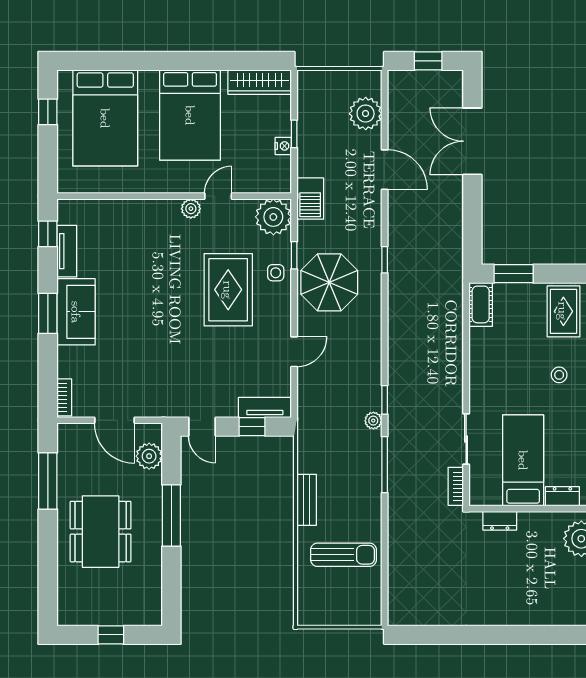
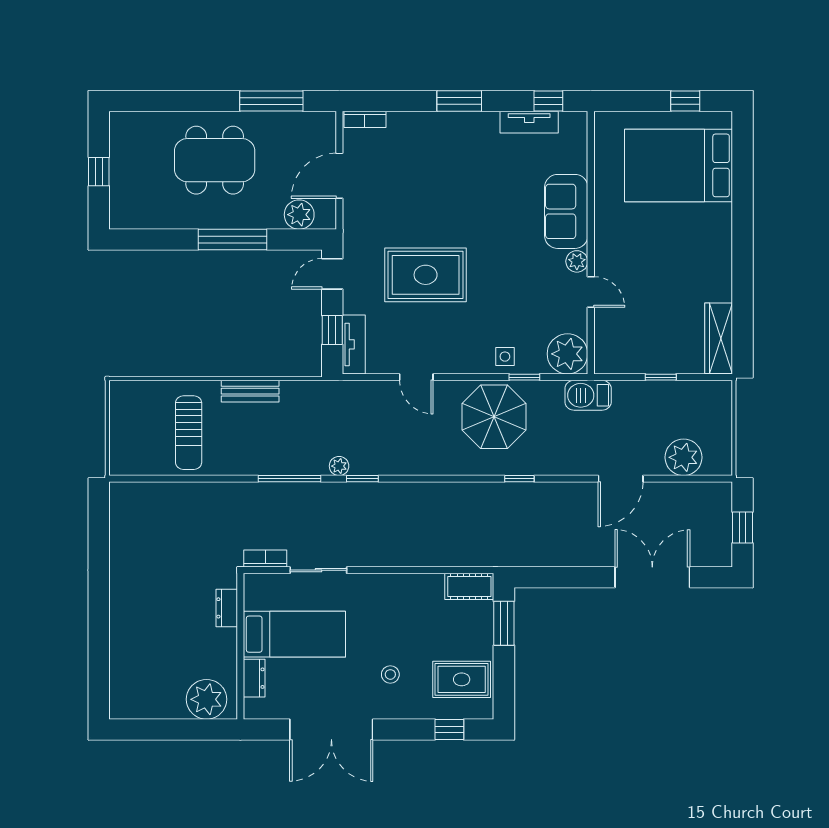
bed: (190, 115) -> (682, 260), removed
nightstand: (283, 146) -> (647, 365), removed
rug: (228, 290) -> (426, 275), moved
sofa: (76, 312) -> (566, 211), moved, turned 90

